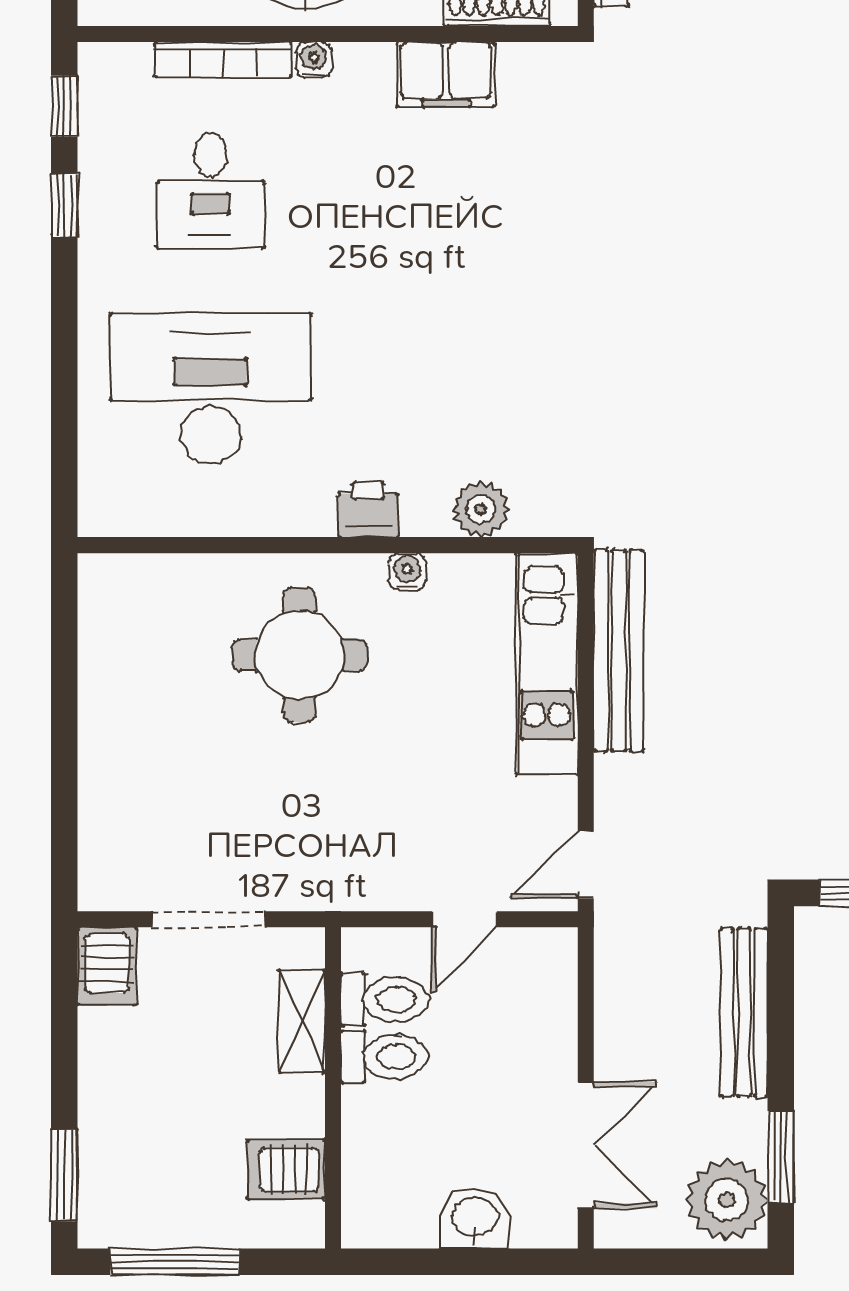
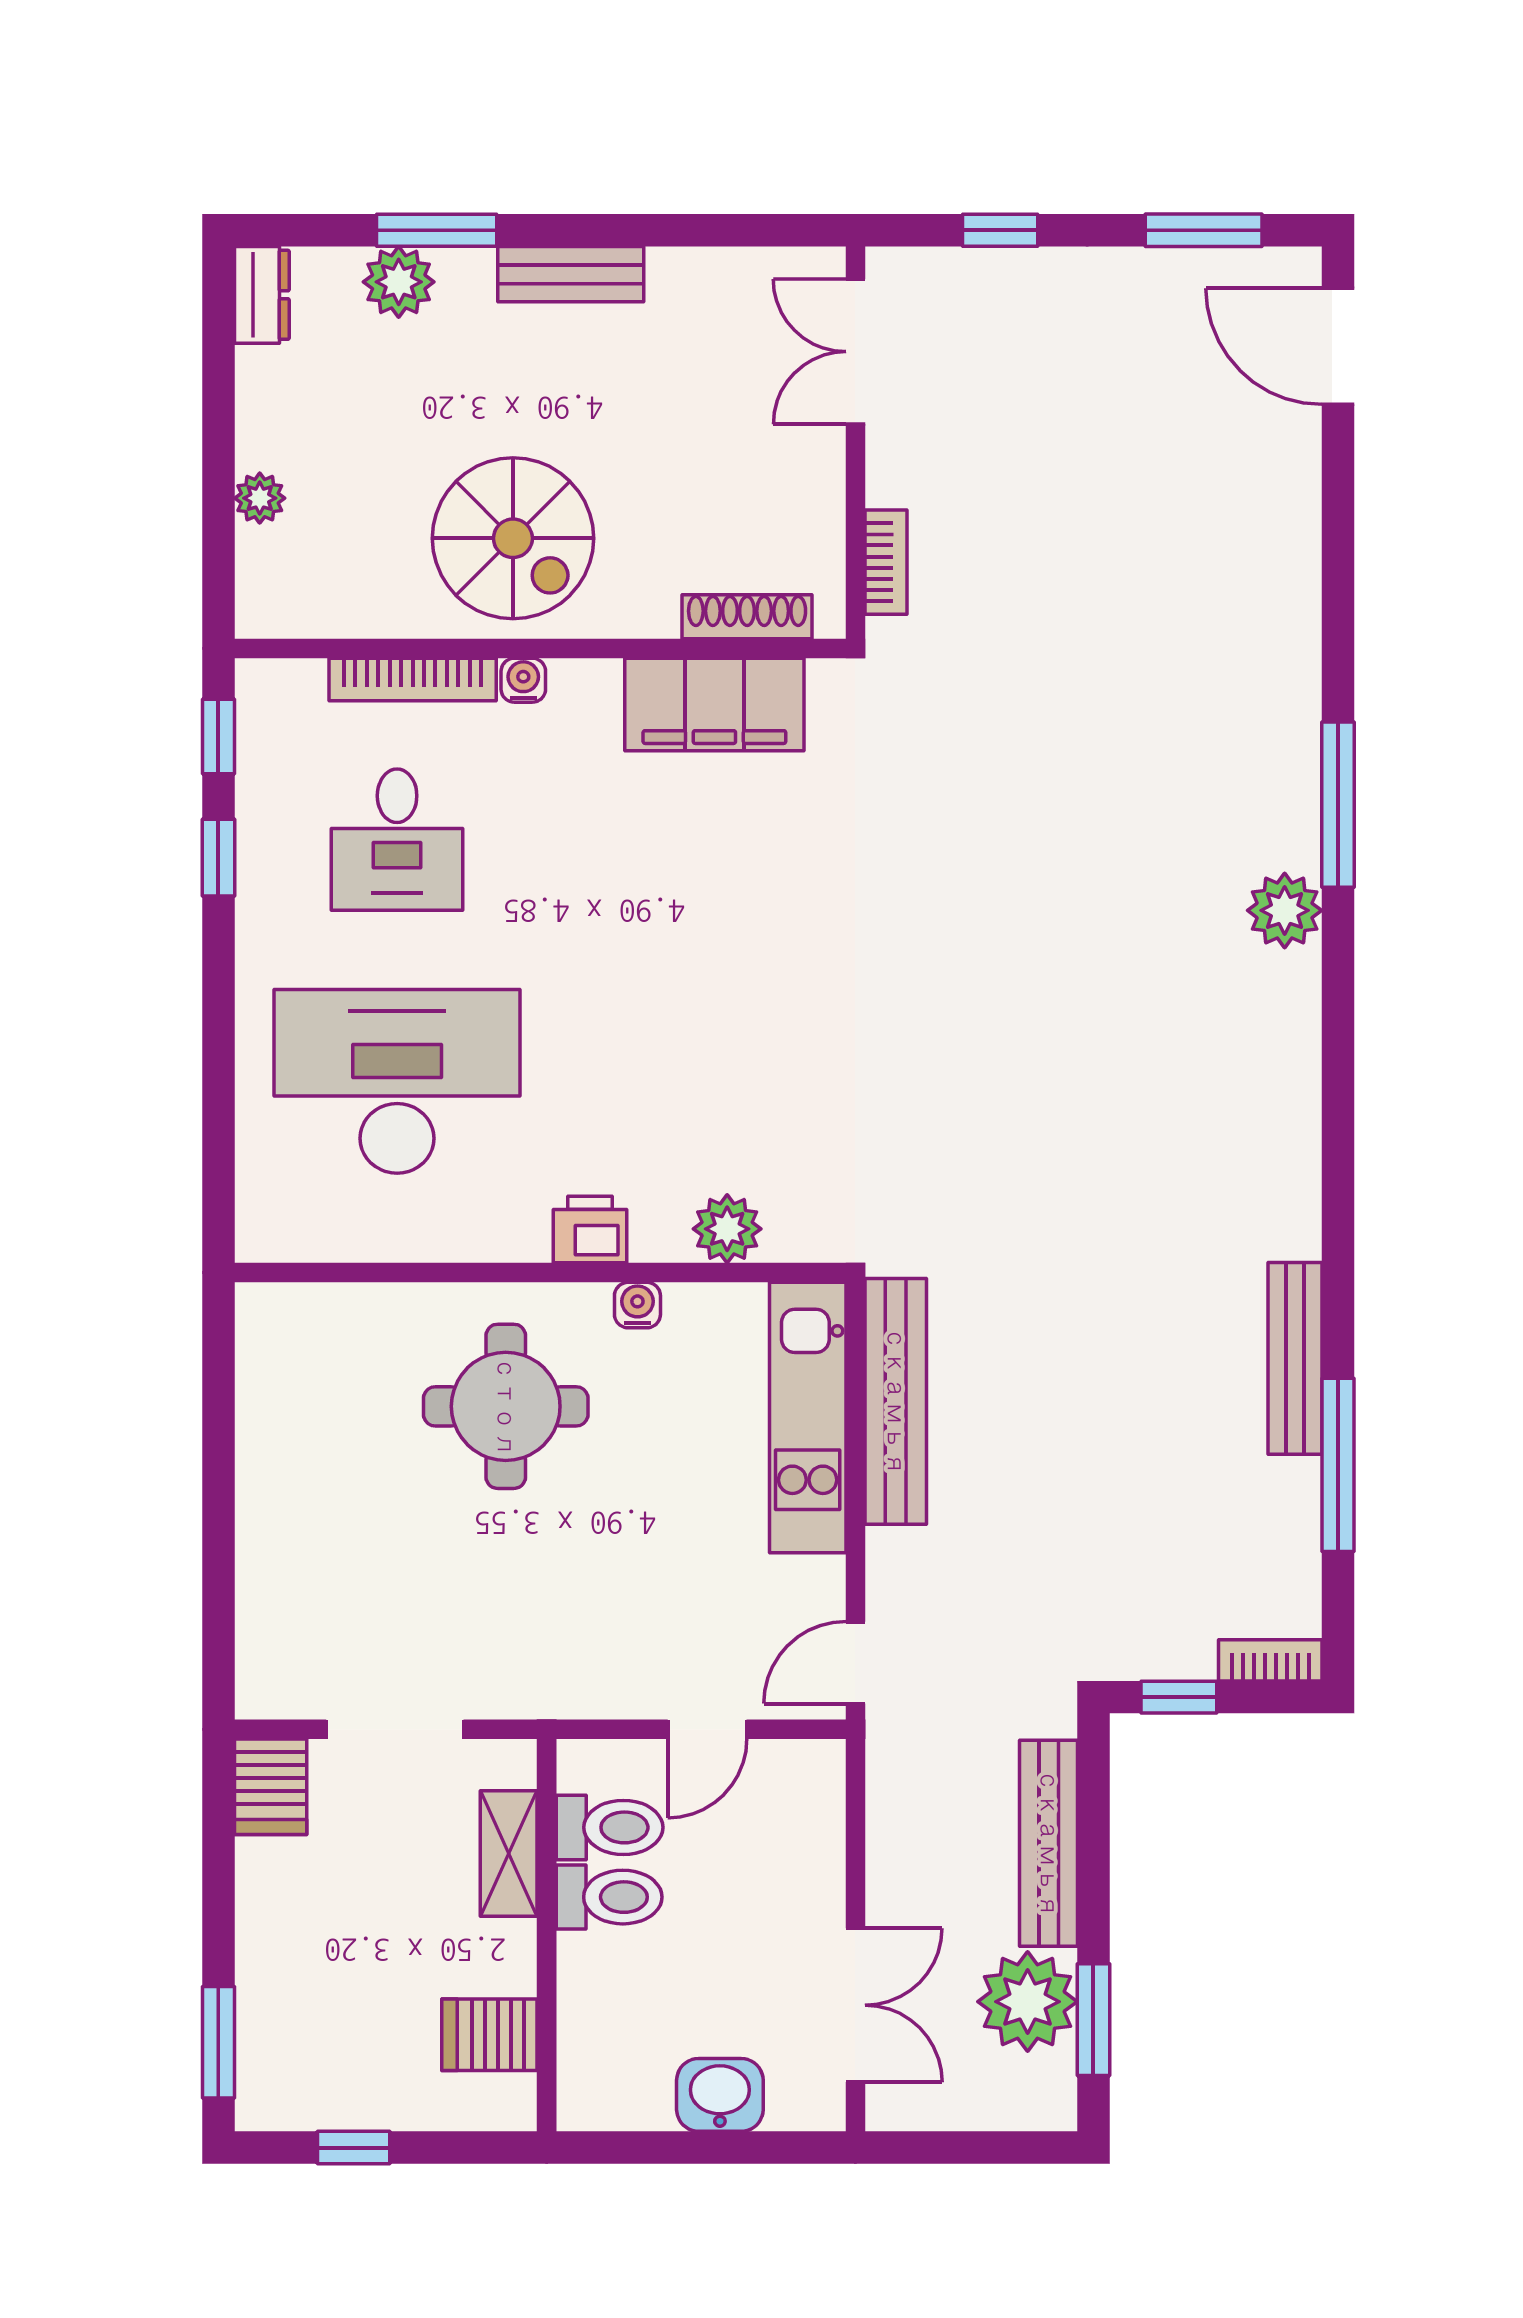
filing cabinet: (446, 75) -> (714, 705), width x1.50, depth x1.17
plant: (727, 1200) -> (1028, 2002), moved
window: (175, 1262) -> (354, 2148), width x0.46

